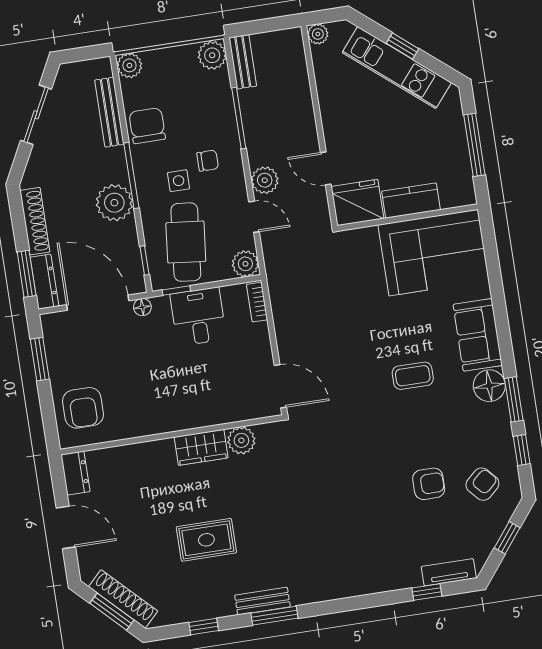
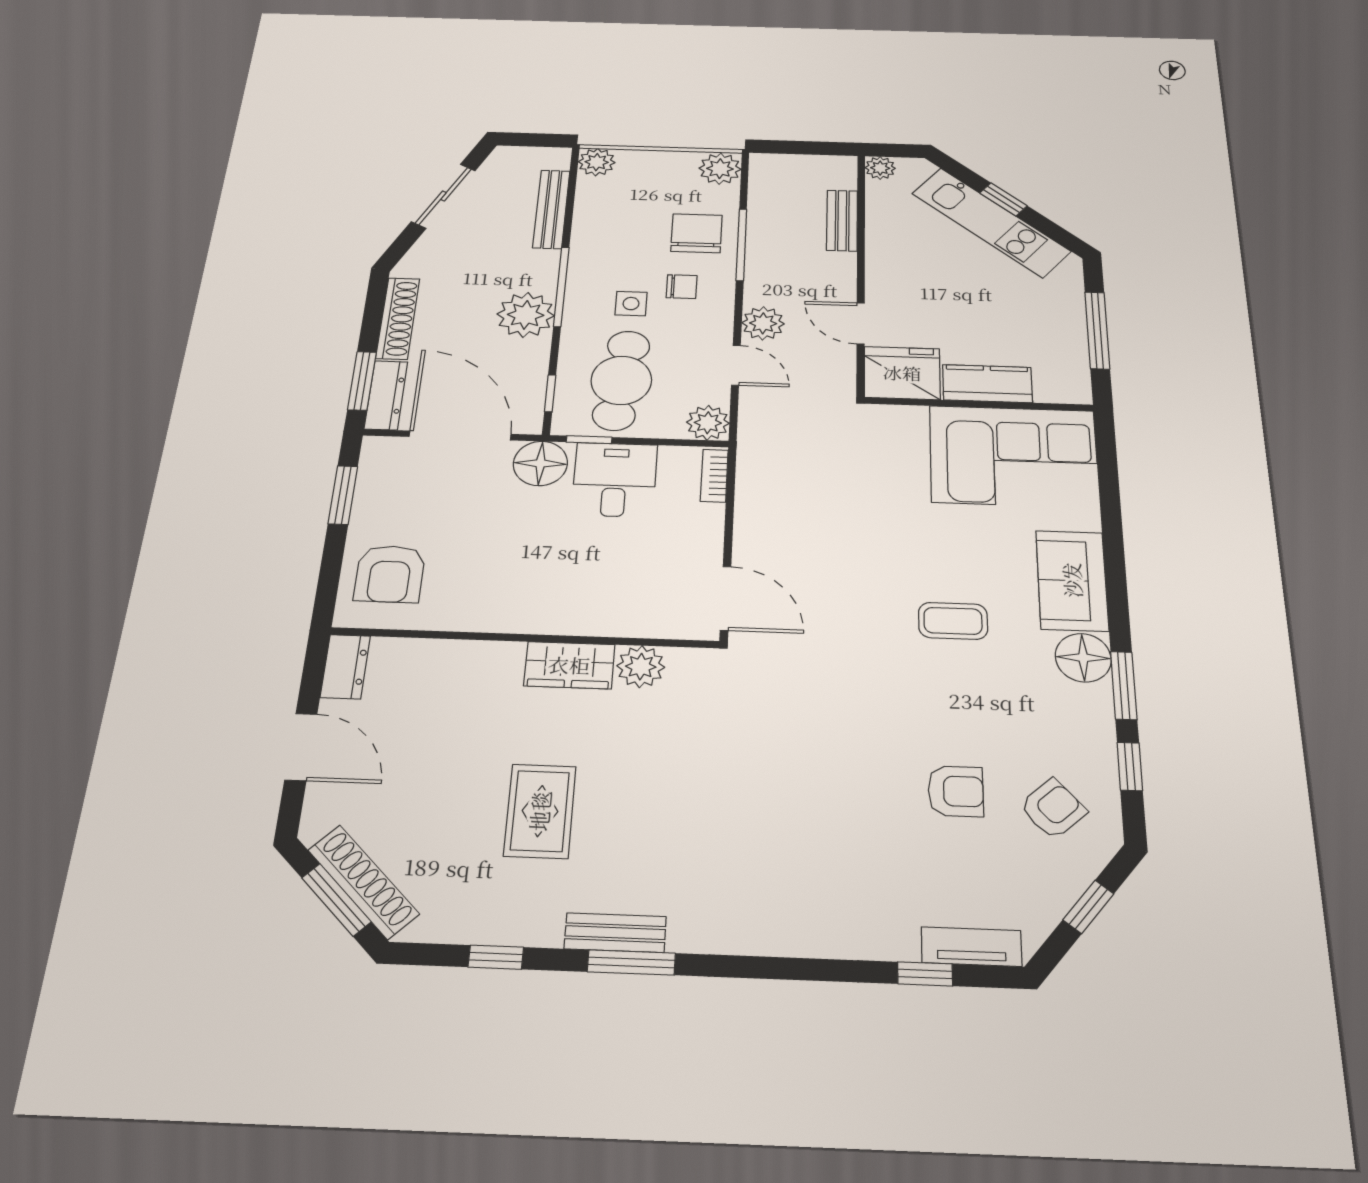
bench: (243, 62) -> (842, 220), moved
chair: (147, 126) -> (696, 233), moved
floor lamp: (142, 307) -> (540, 463), width x1.89, depth x1.89
rug: (206, 540) -> (540, 811), turned 90

